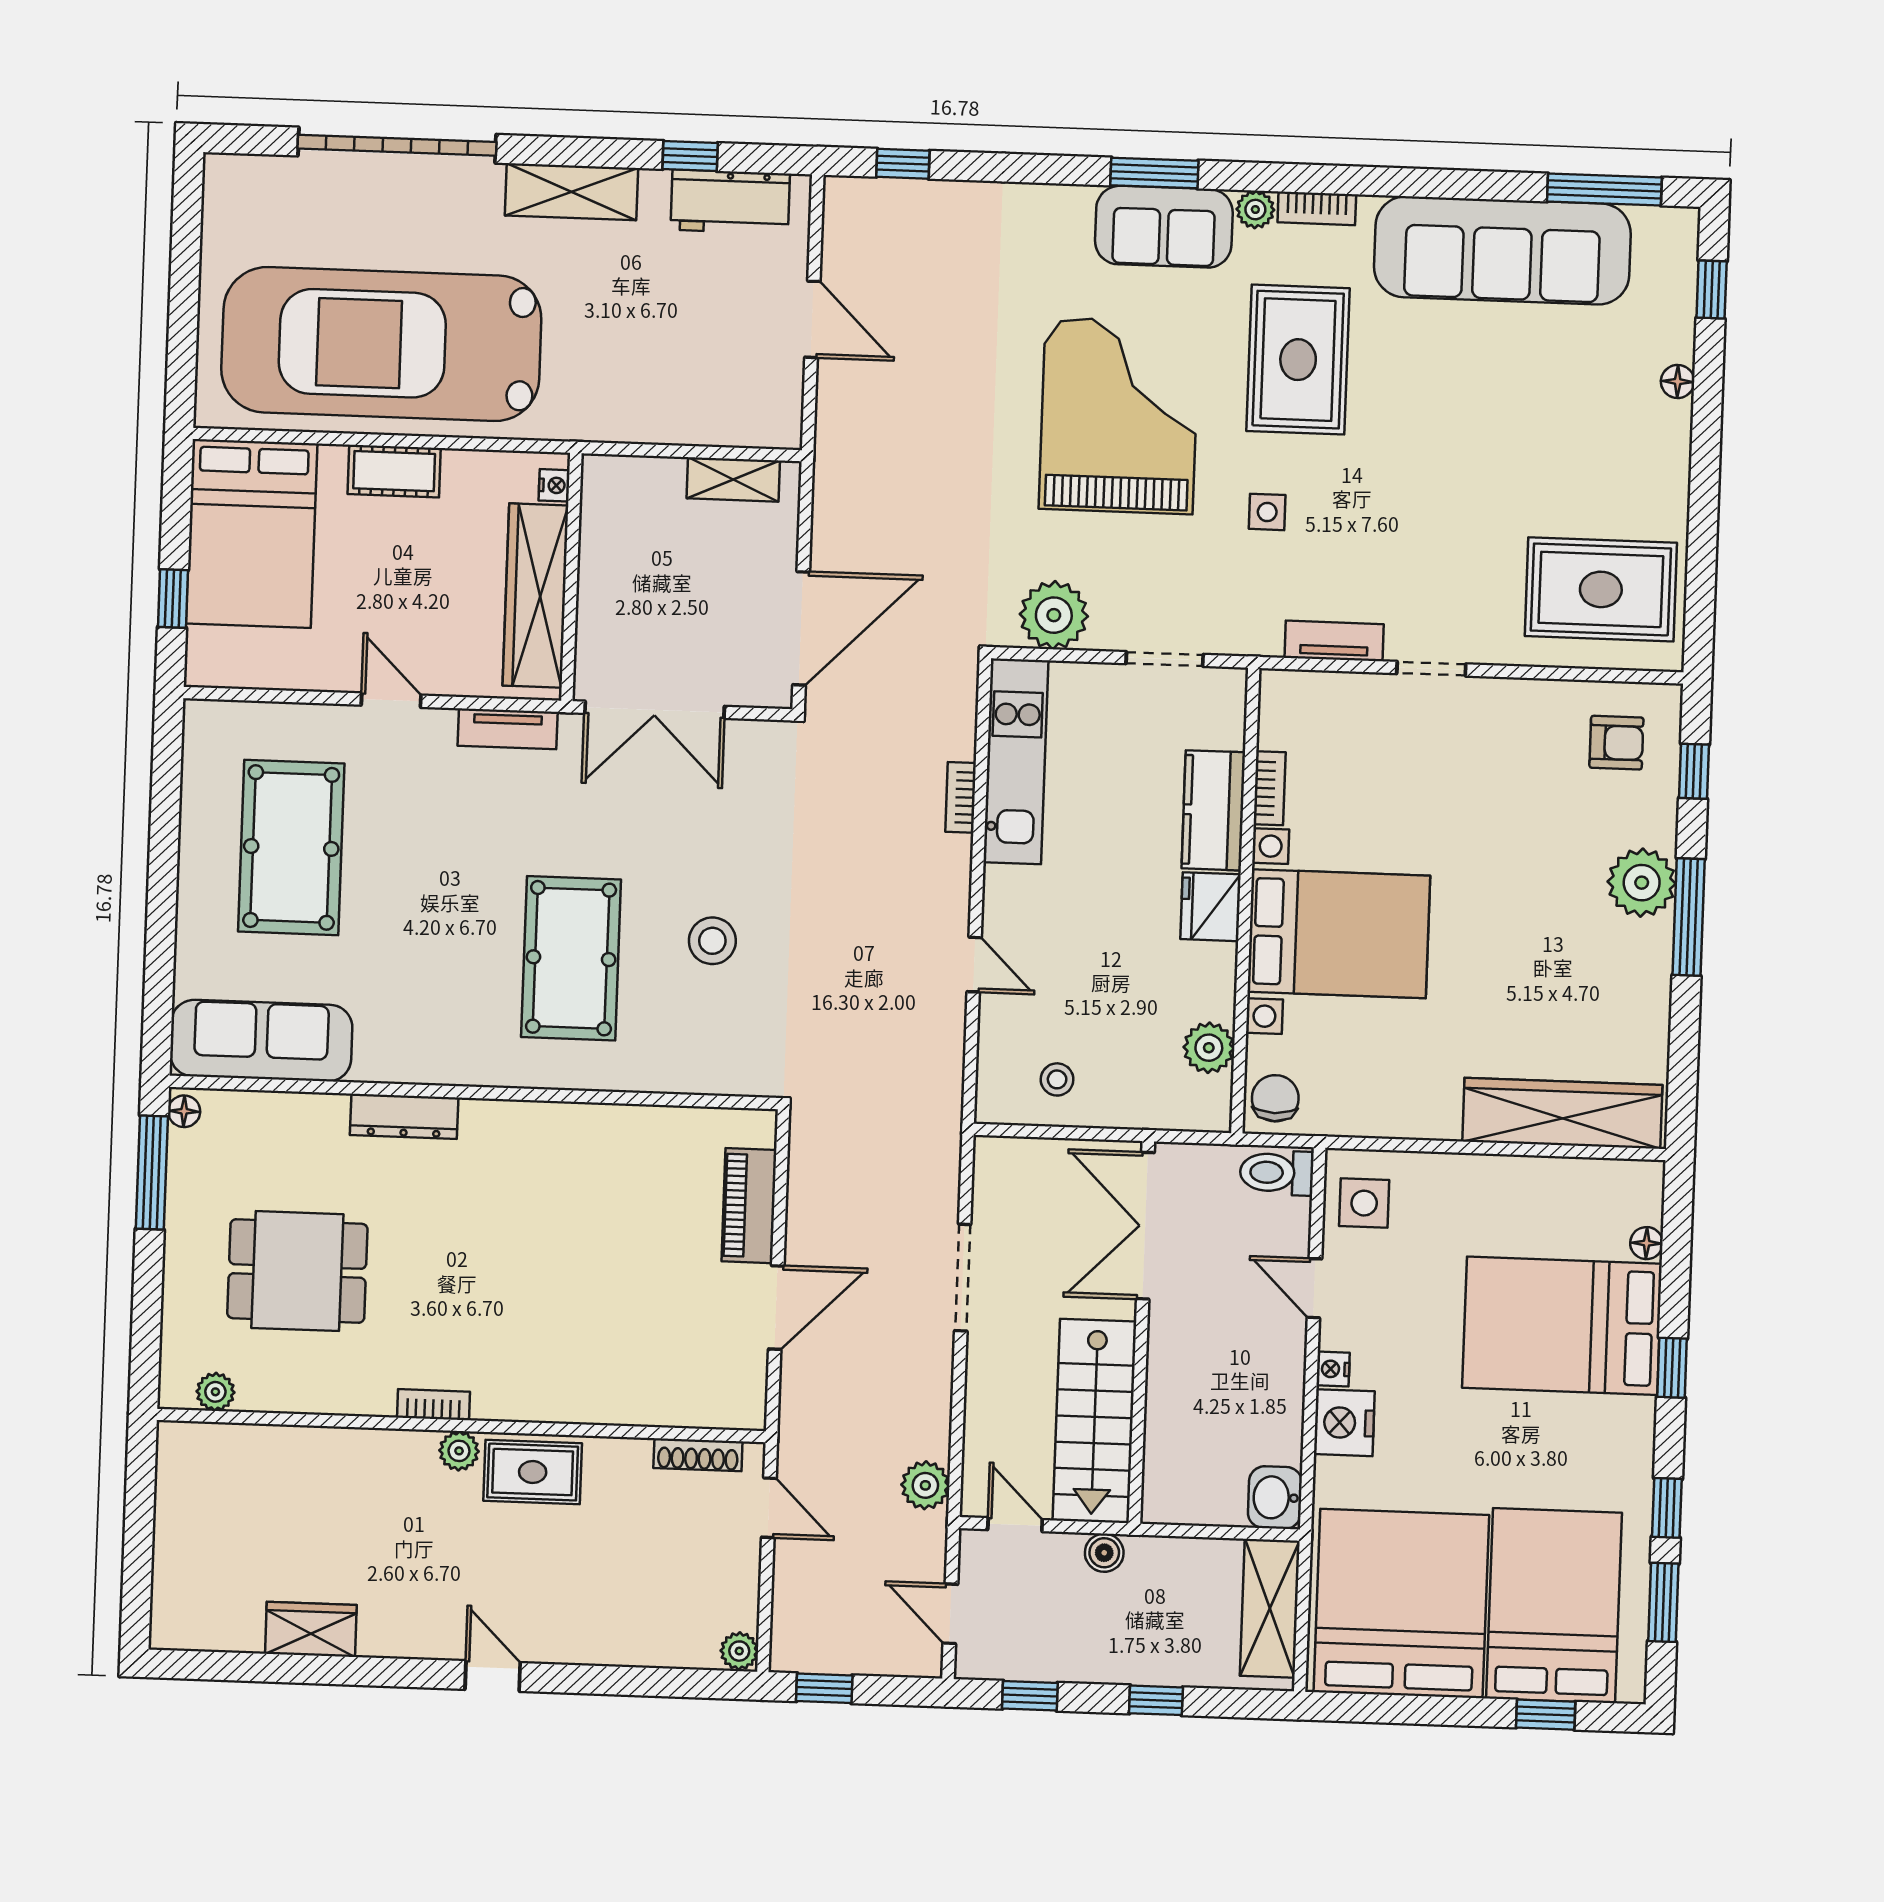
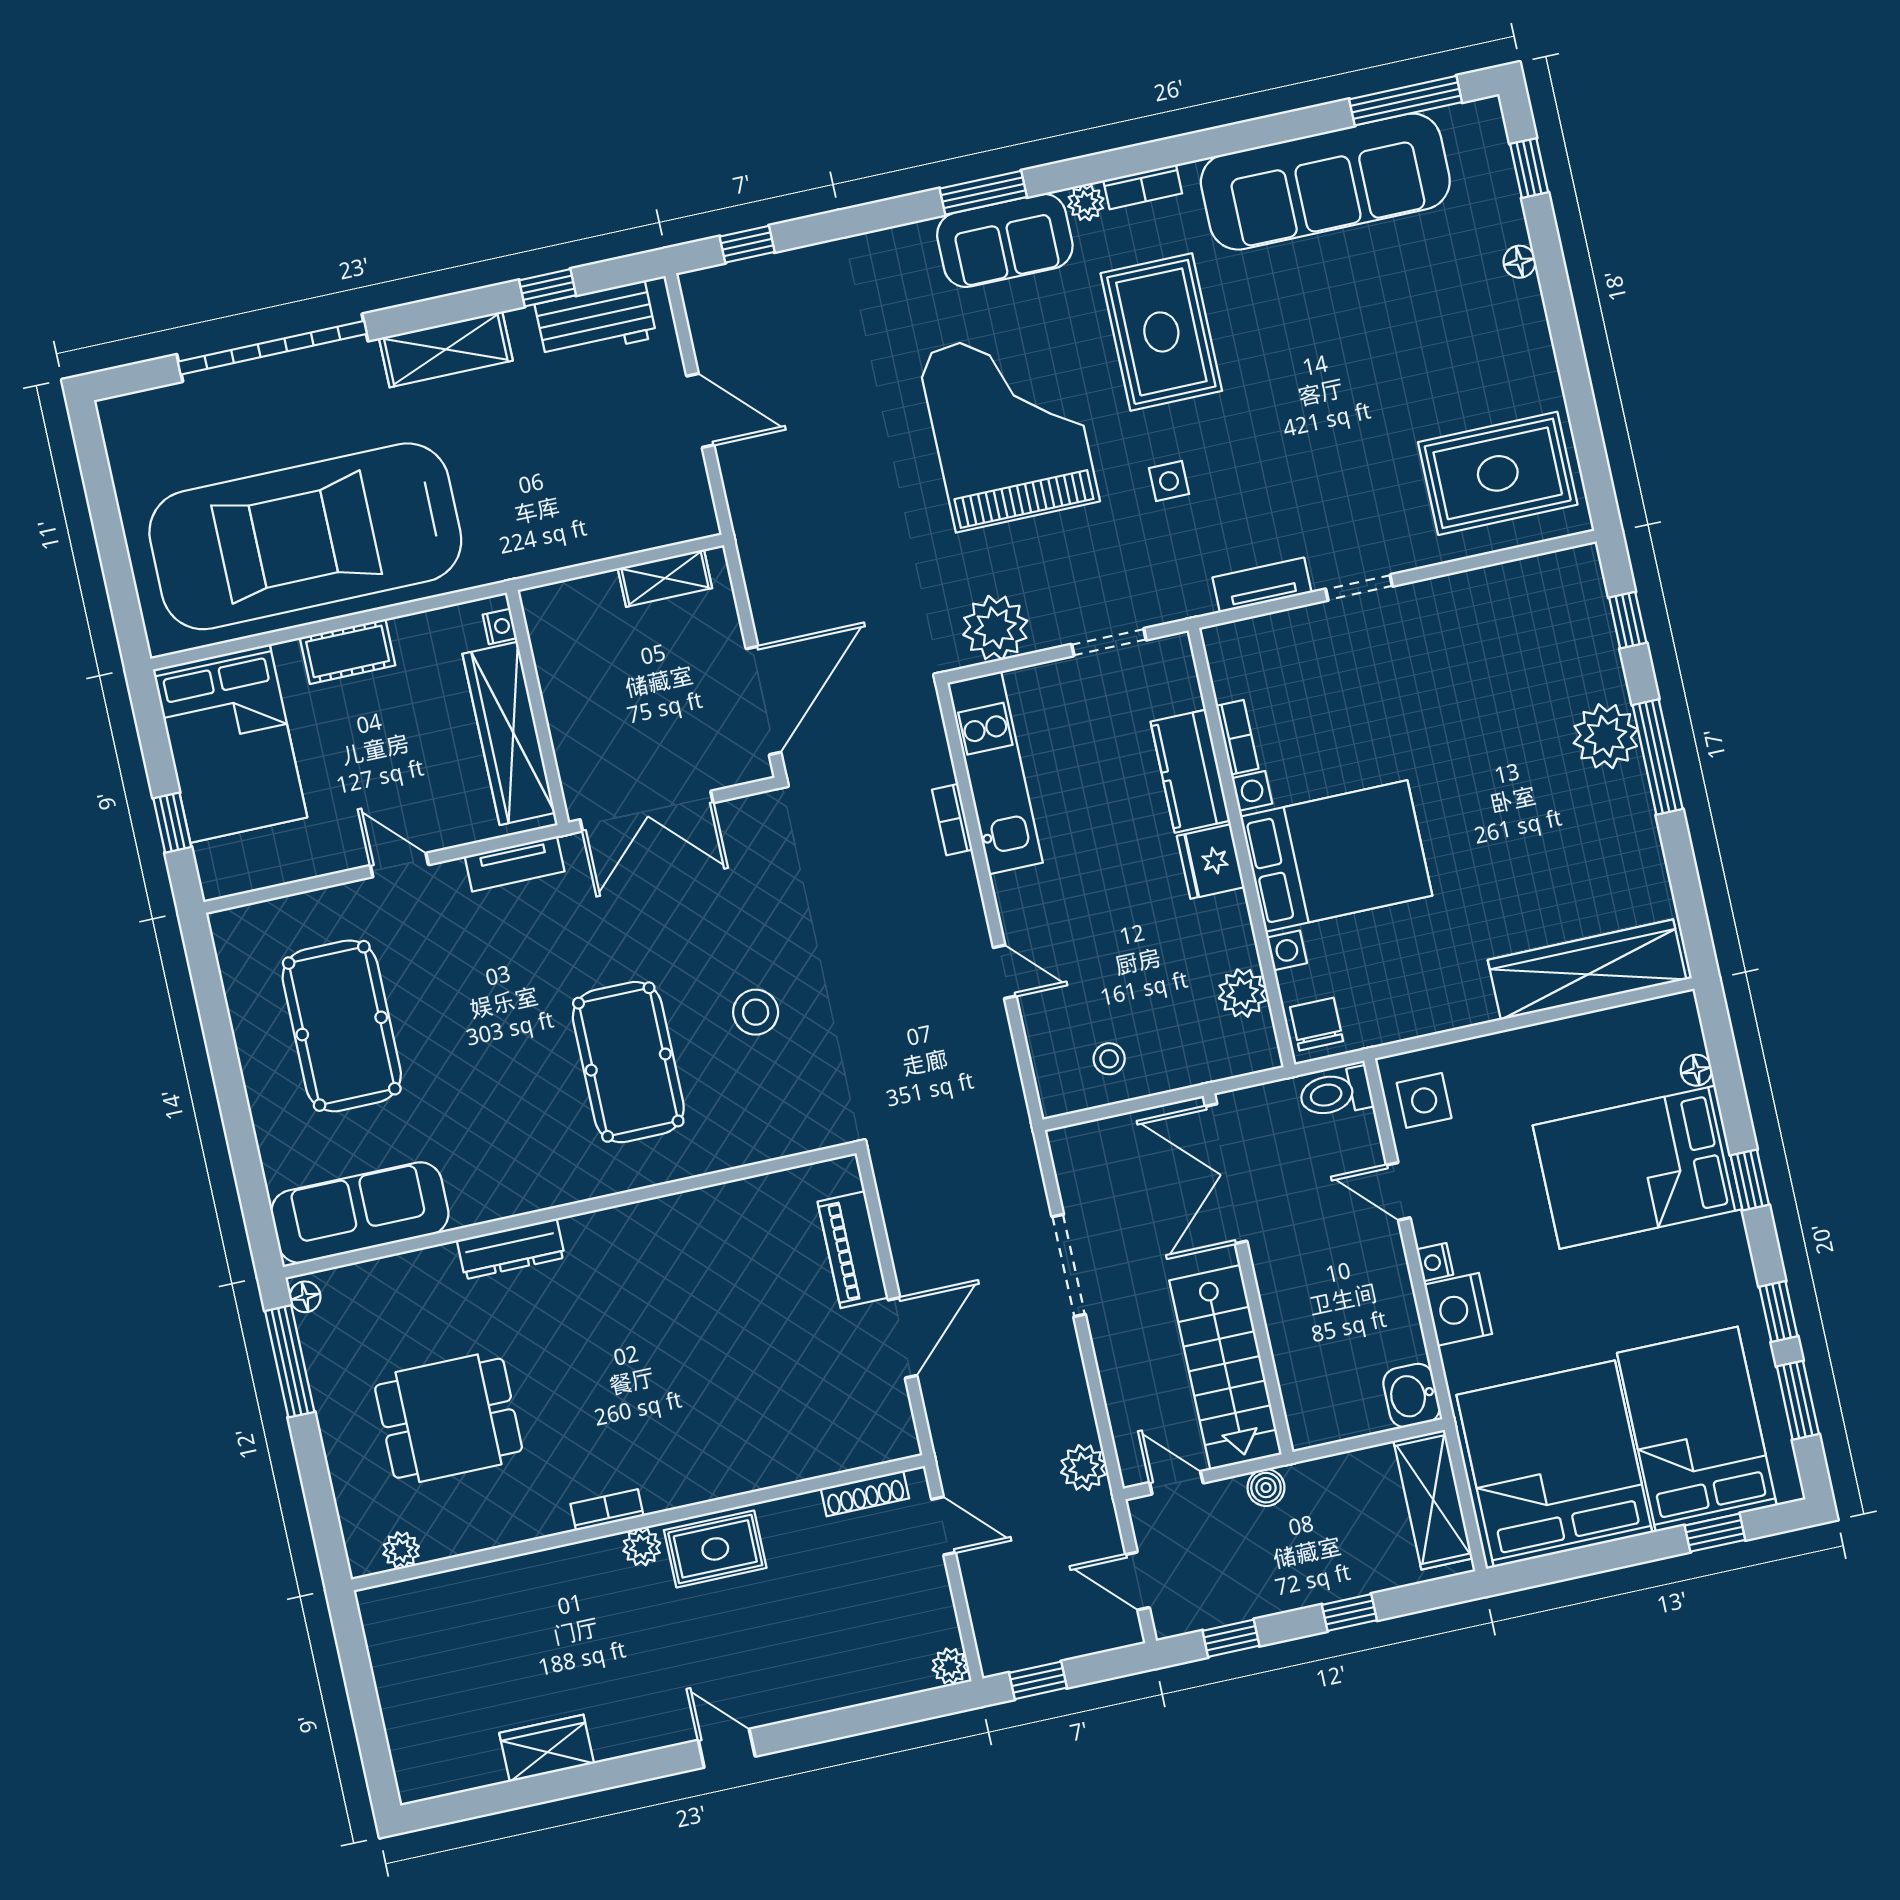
armchair: (1616, 743) -> (1549, 612), removed

